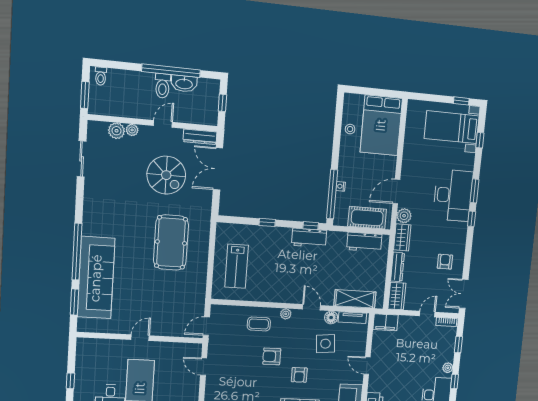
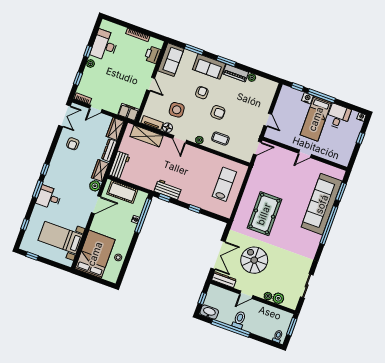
washbasin: (184, 84) -> (209, 312), moved
bed with nightstands: (452, 127) -> (60, 238), moved, turned 180
desk: (453, 195) -> (49, 197), width x0.53, depth x0.77
workbench: (364, 242) -> (120, 165), moved, turned 90

